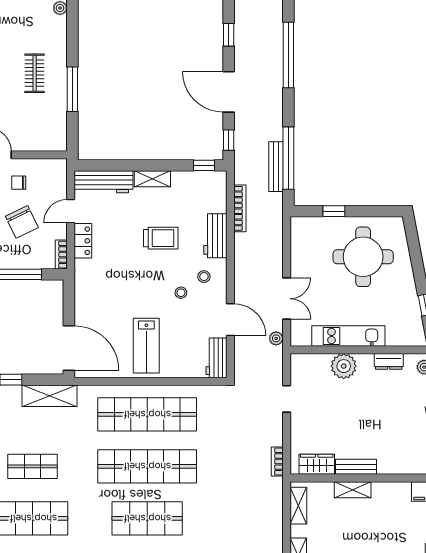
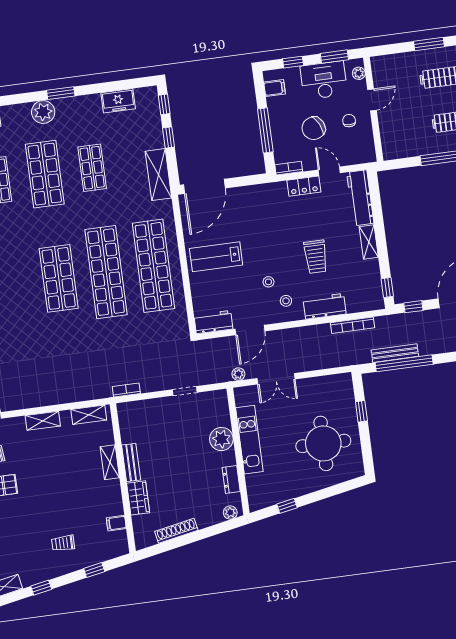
wardrobe: (317, 464) -> (138, 498), moved

